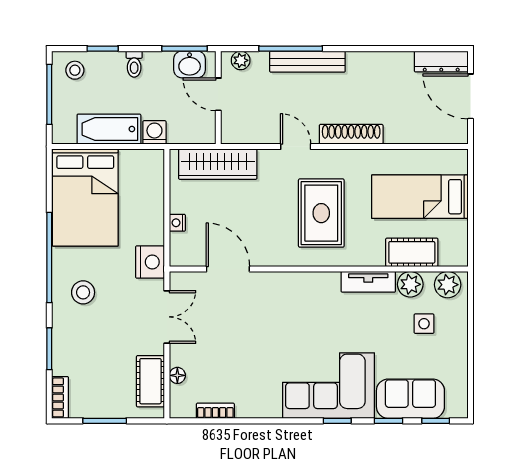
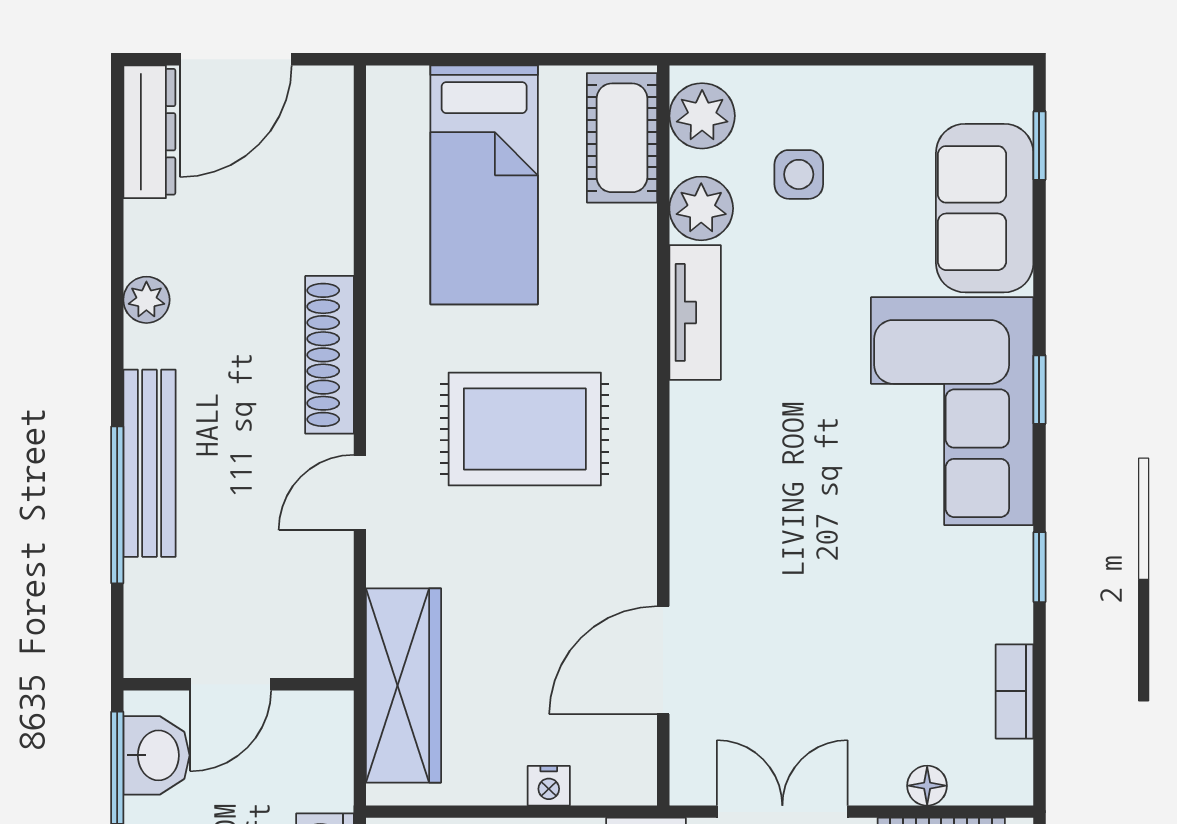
plant: (241, 60) -> (146, 300), moved
cot: (412, 252) -> (622, 138), moved
window: (388, 421) -> (1039, 567), moved

